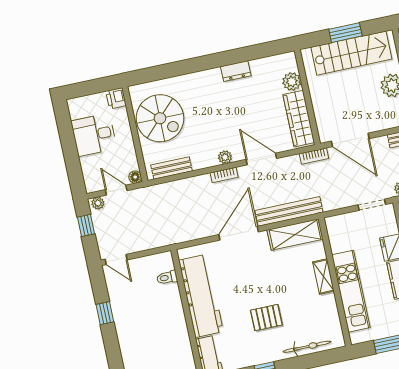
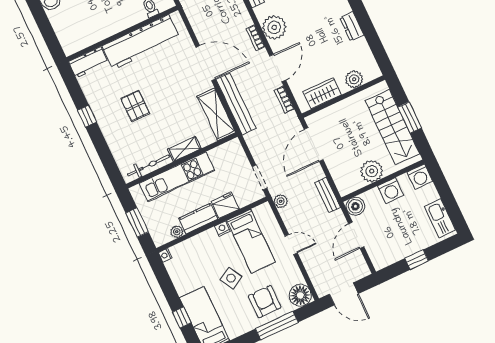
wardrobe: (299, 119) -> (322, 93), width x0.67
bookcase: (314, 156) -> (284, 100), moved
plant: (225, 157) -> (274, 27), width x1.88, depth x1.88
bicycle: (307, 347) -> (149, 166), moved, turned -90

